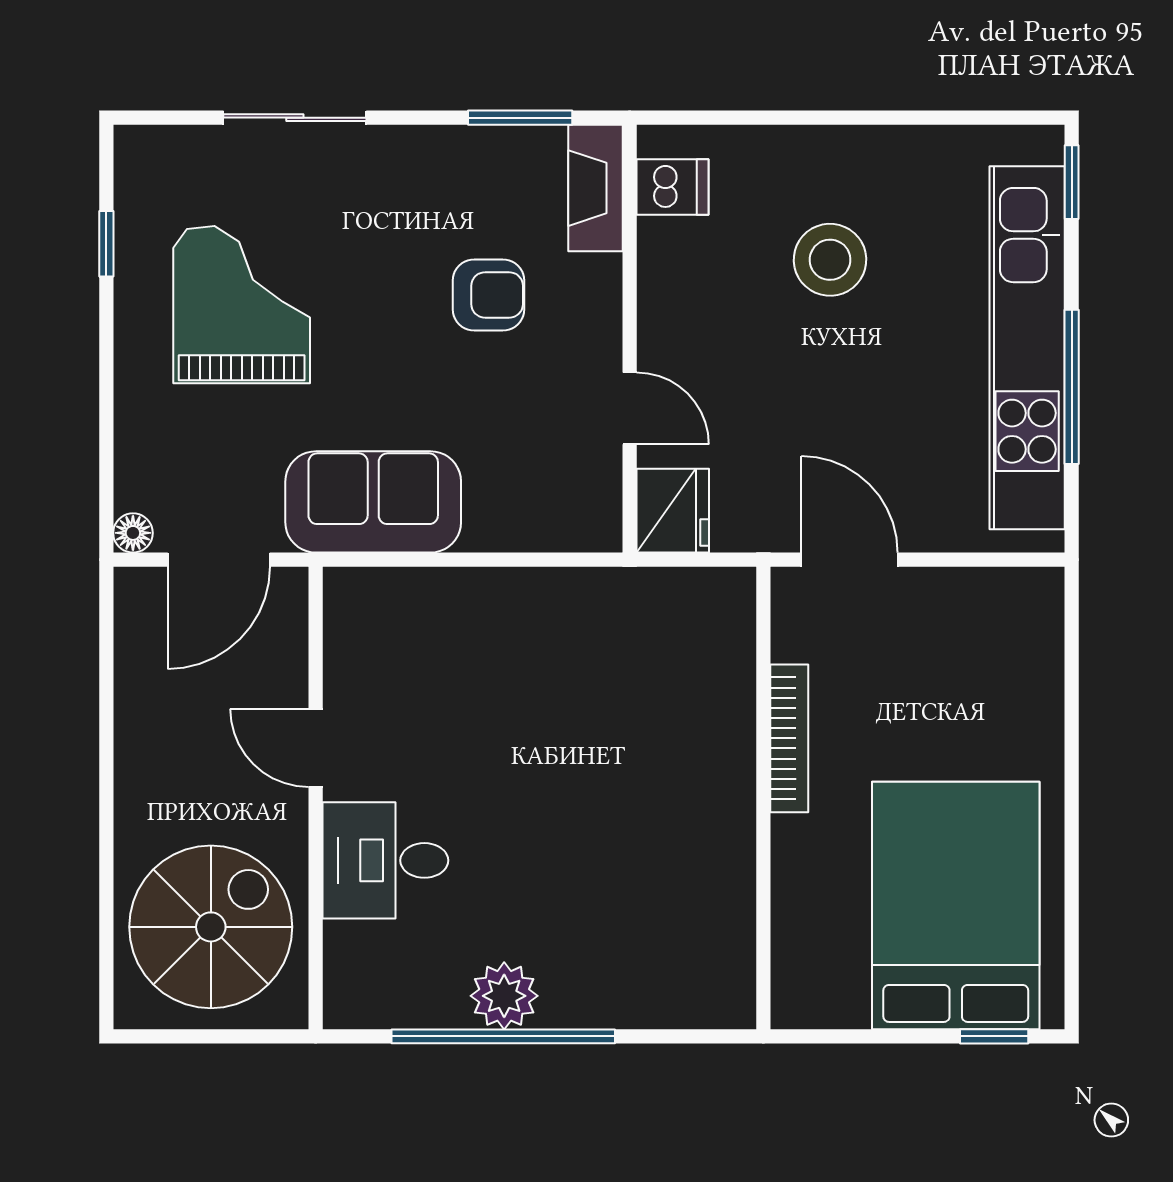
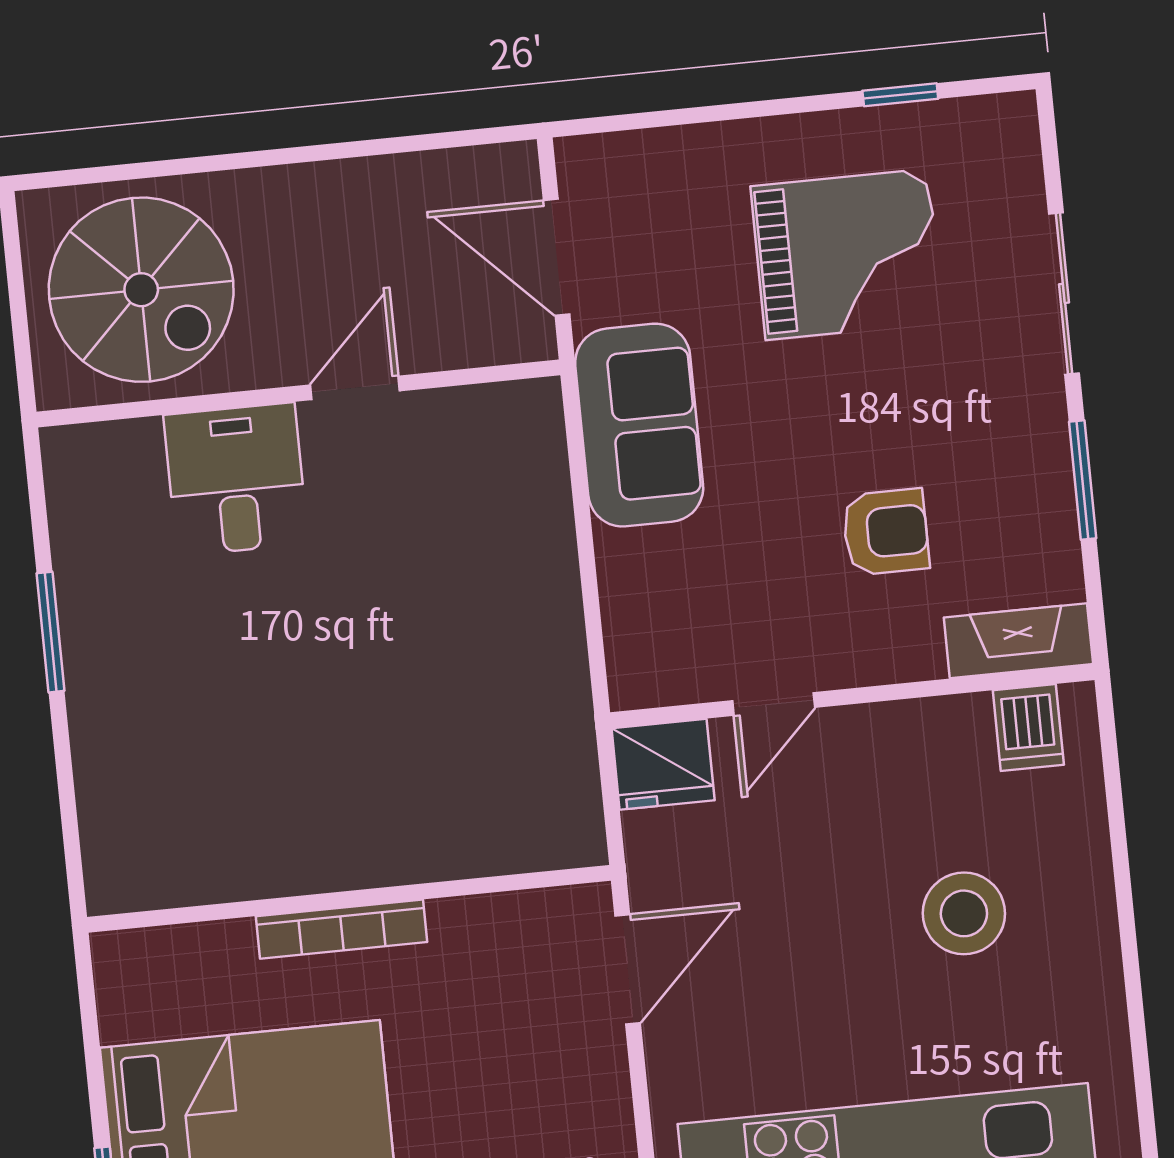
window: (520, 118) -> (1083, 480), moved
armchair: (489, 295) -> (886, 532), turned -90
floor lamp: (133, 533) -> (577, 157), removed
bookcase: (789, 738) -> (341, 929), moved
plant: (504, 996) -> (96, 629), removed
window: (503, 1036) -> (50, 632), width x0.47

